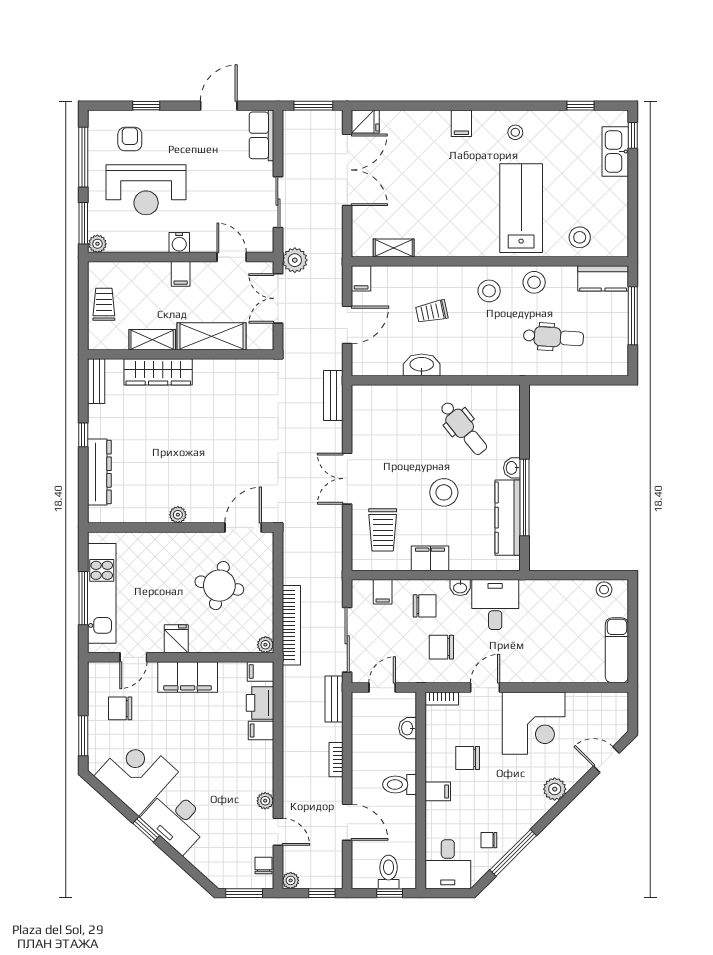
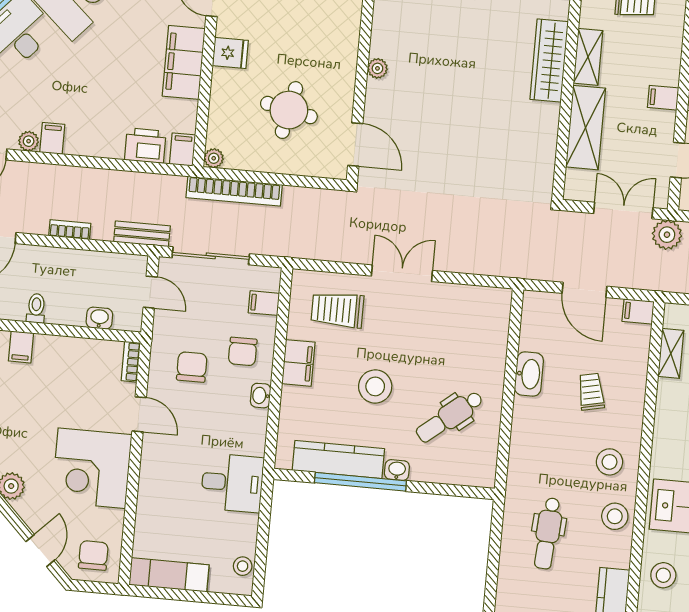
bench: (333, 396) -> (502, 266), removed
desk: (495, 605) -> (232, 483), moved
filing cabinet: (261, 730) -> (52, 138), moved
chair: (468, 758) -> (93, 555), moved
toilet: (400, 785) -> (36, 308), width x0.73, depth x0.72

